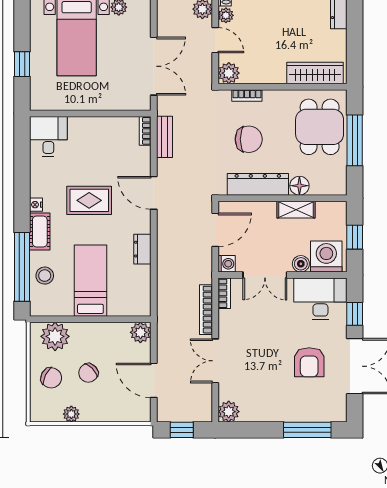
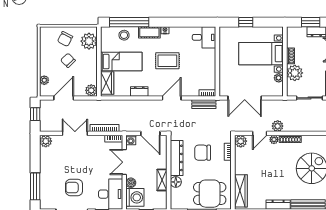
chair: (249, 139) -> (203, 153), turned 90
rug: (89, 200) -> (167, 61), turned 90
wardrobe: (128, 305) -> (107, 83), added
plant: (71, 414) -> (44, 80), moved

